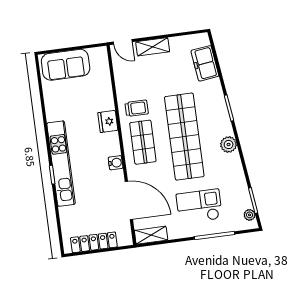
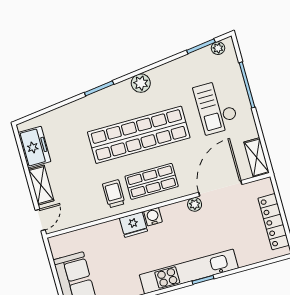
freezer: (205, 63) -> (34, 147), moved, turned -83
water cooler: (116, 163) -> (153, 217), moved
plant: (118, 176) -> (195, 204), added

